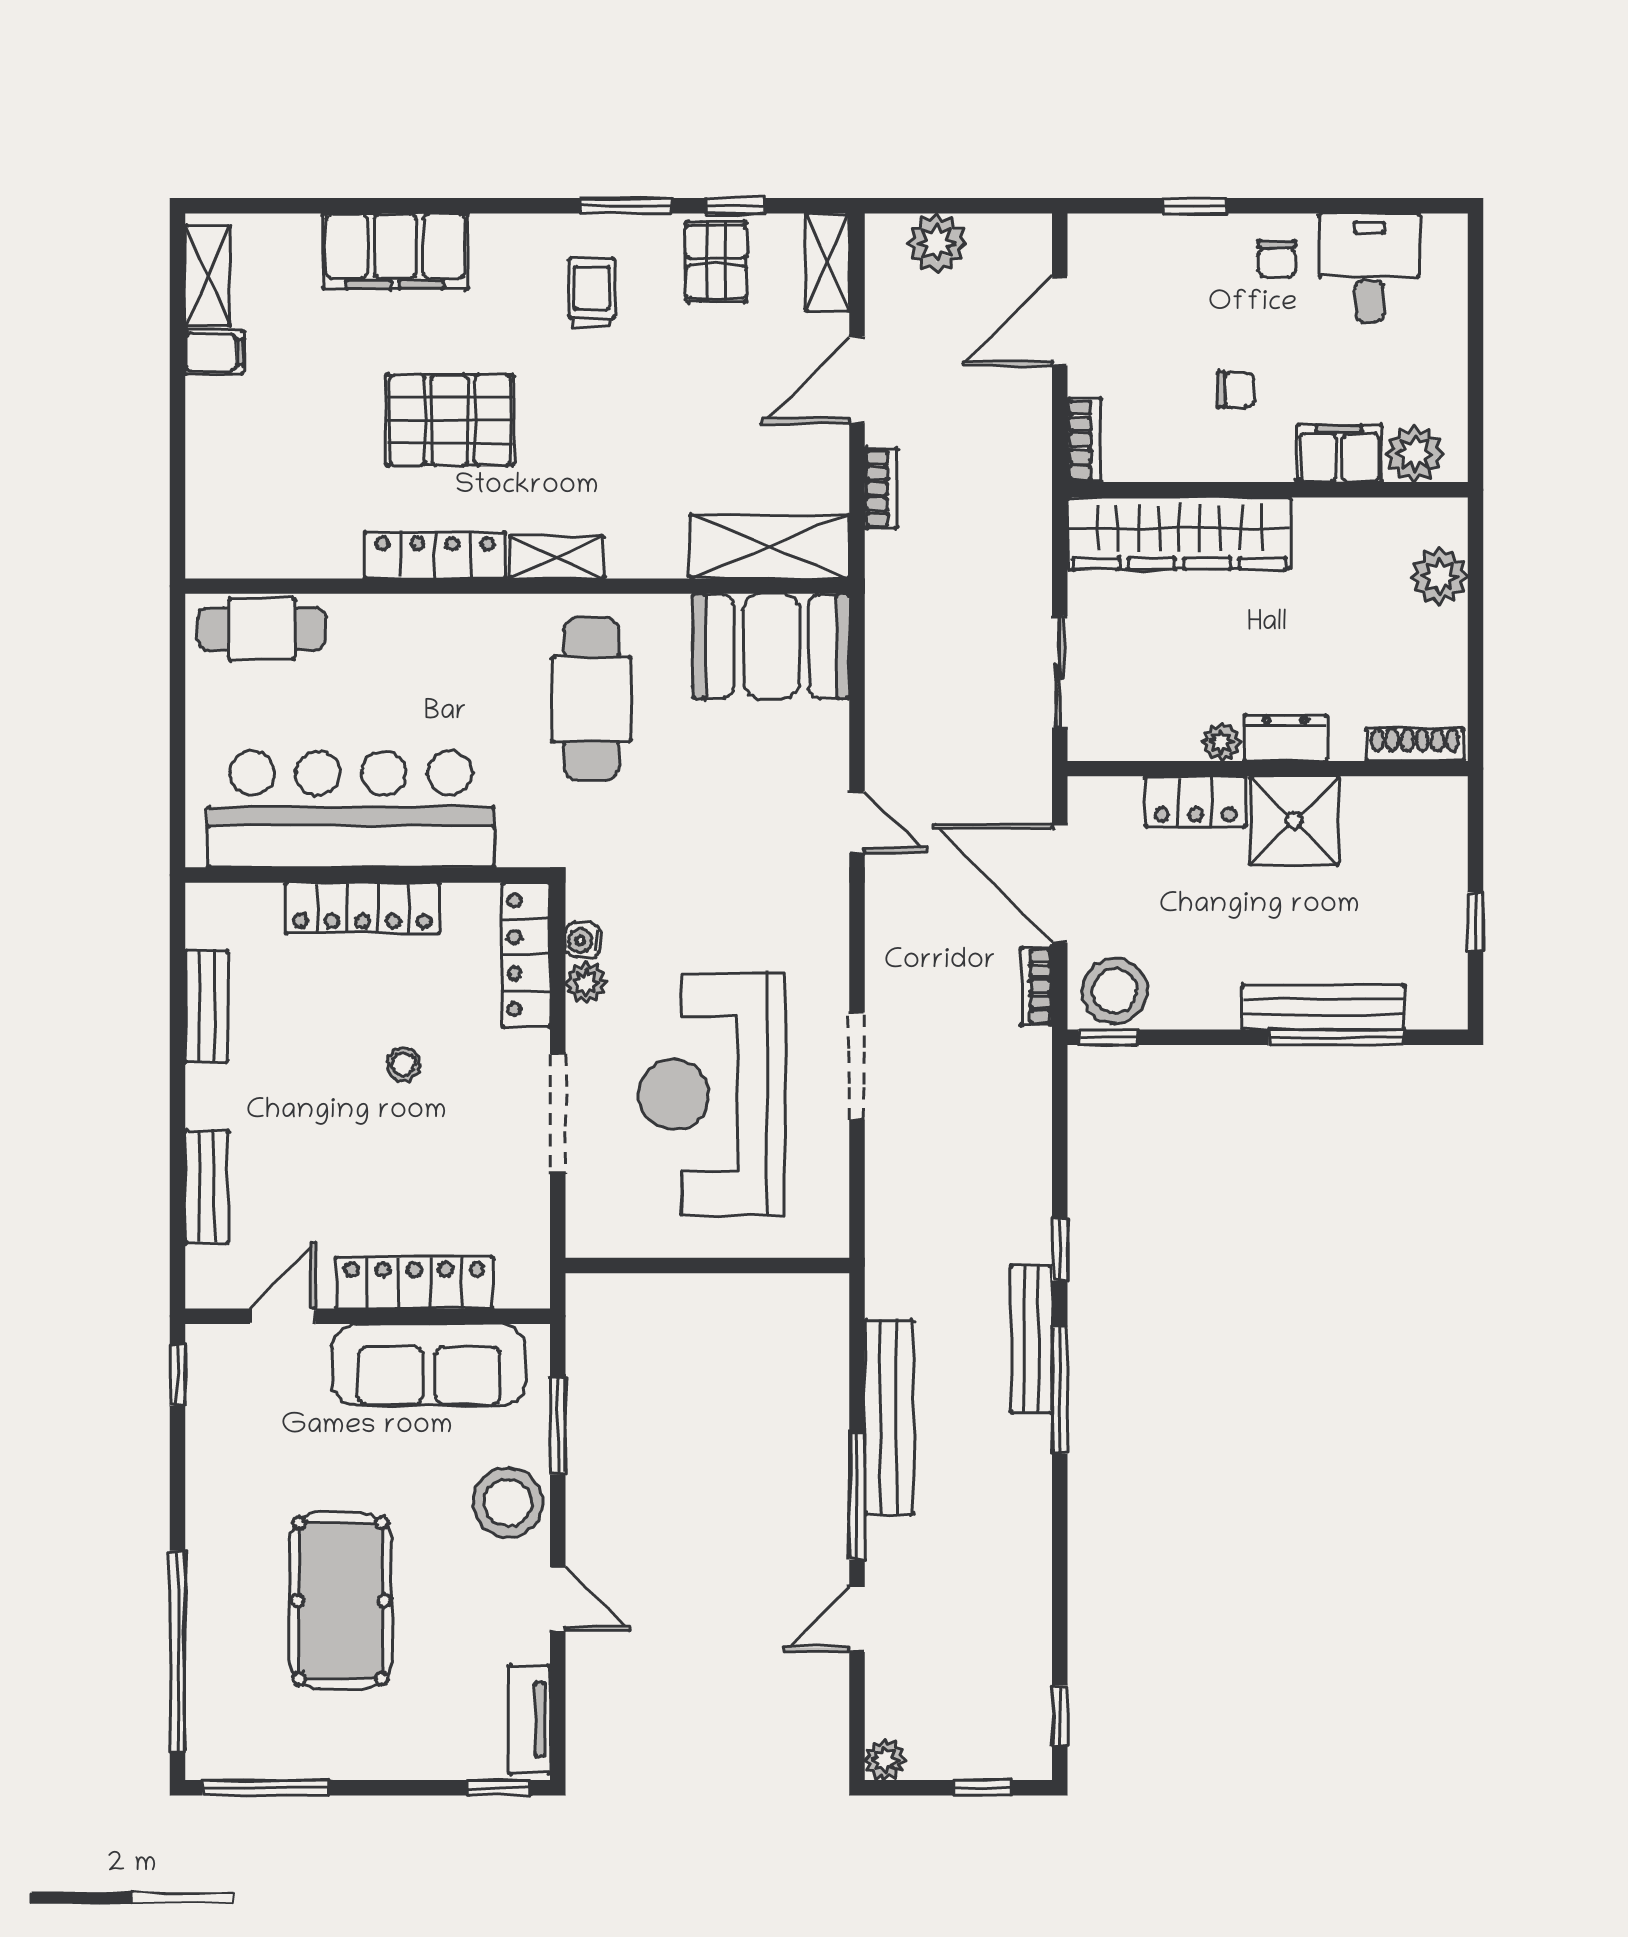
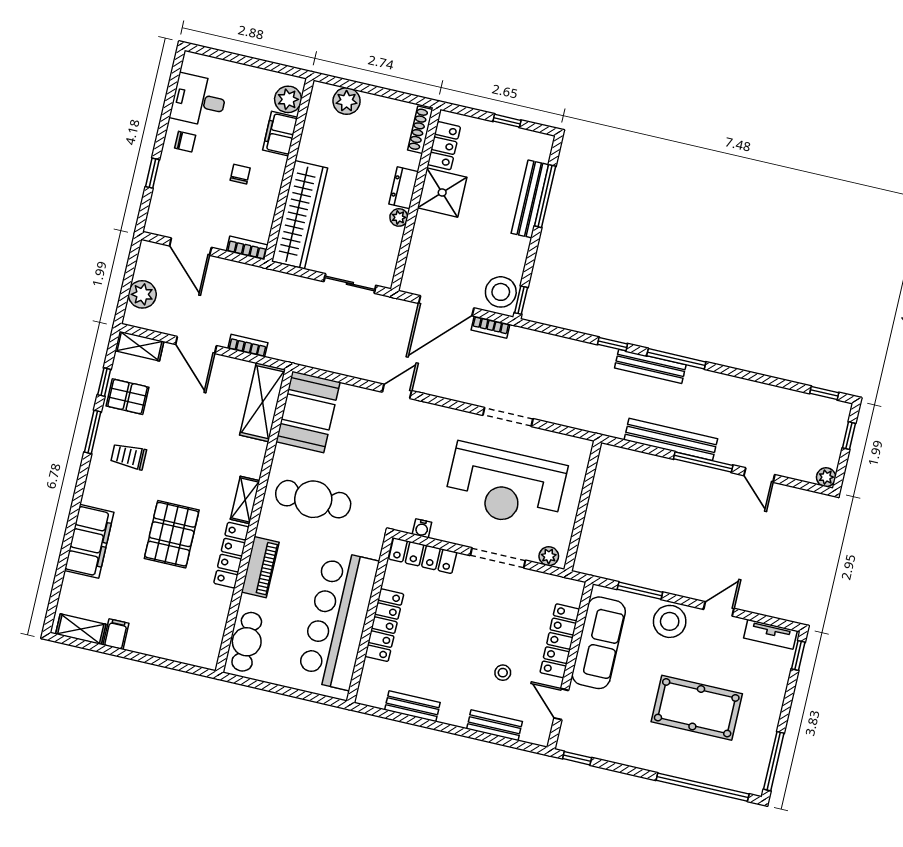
piano: (424, 621) -> (260, 567), added
locker: (1196, 802) -> (444, 146), moved
plant: (586, 982) -> (549, 556), moved
stool: (403, 1064) -> (503, 673), moved

